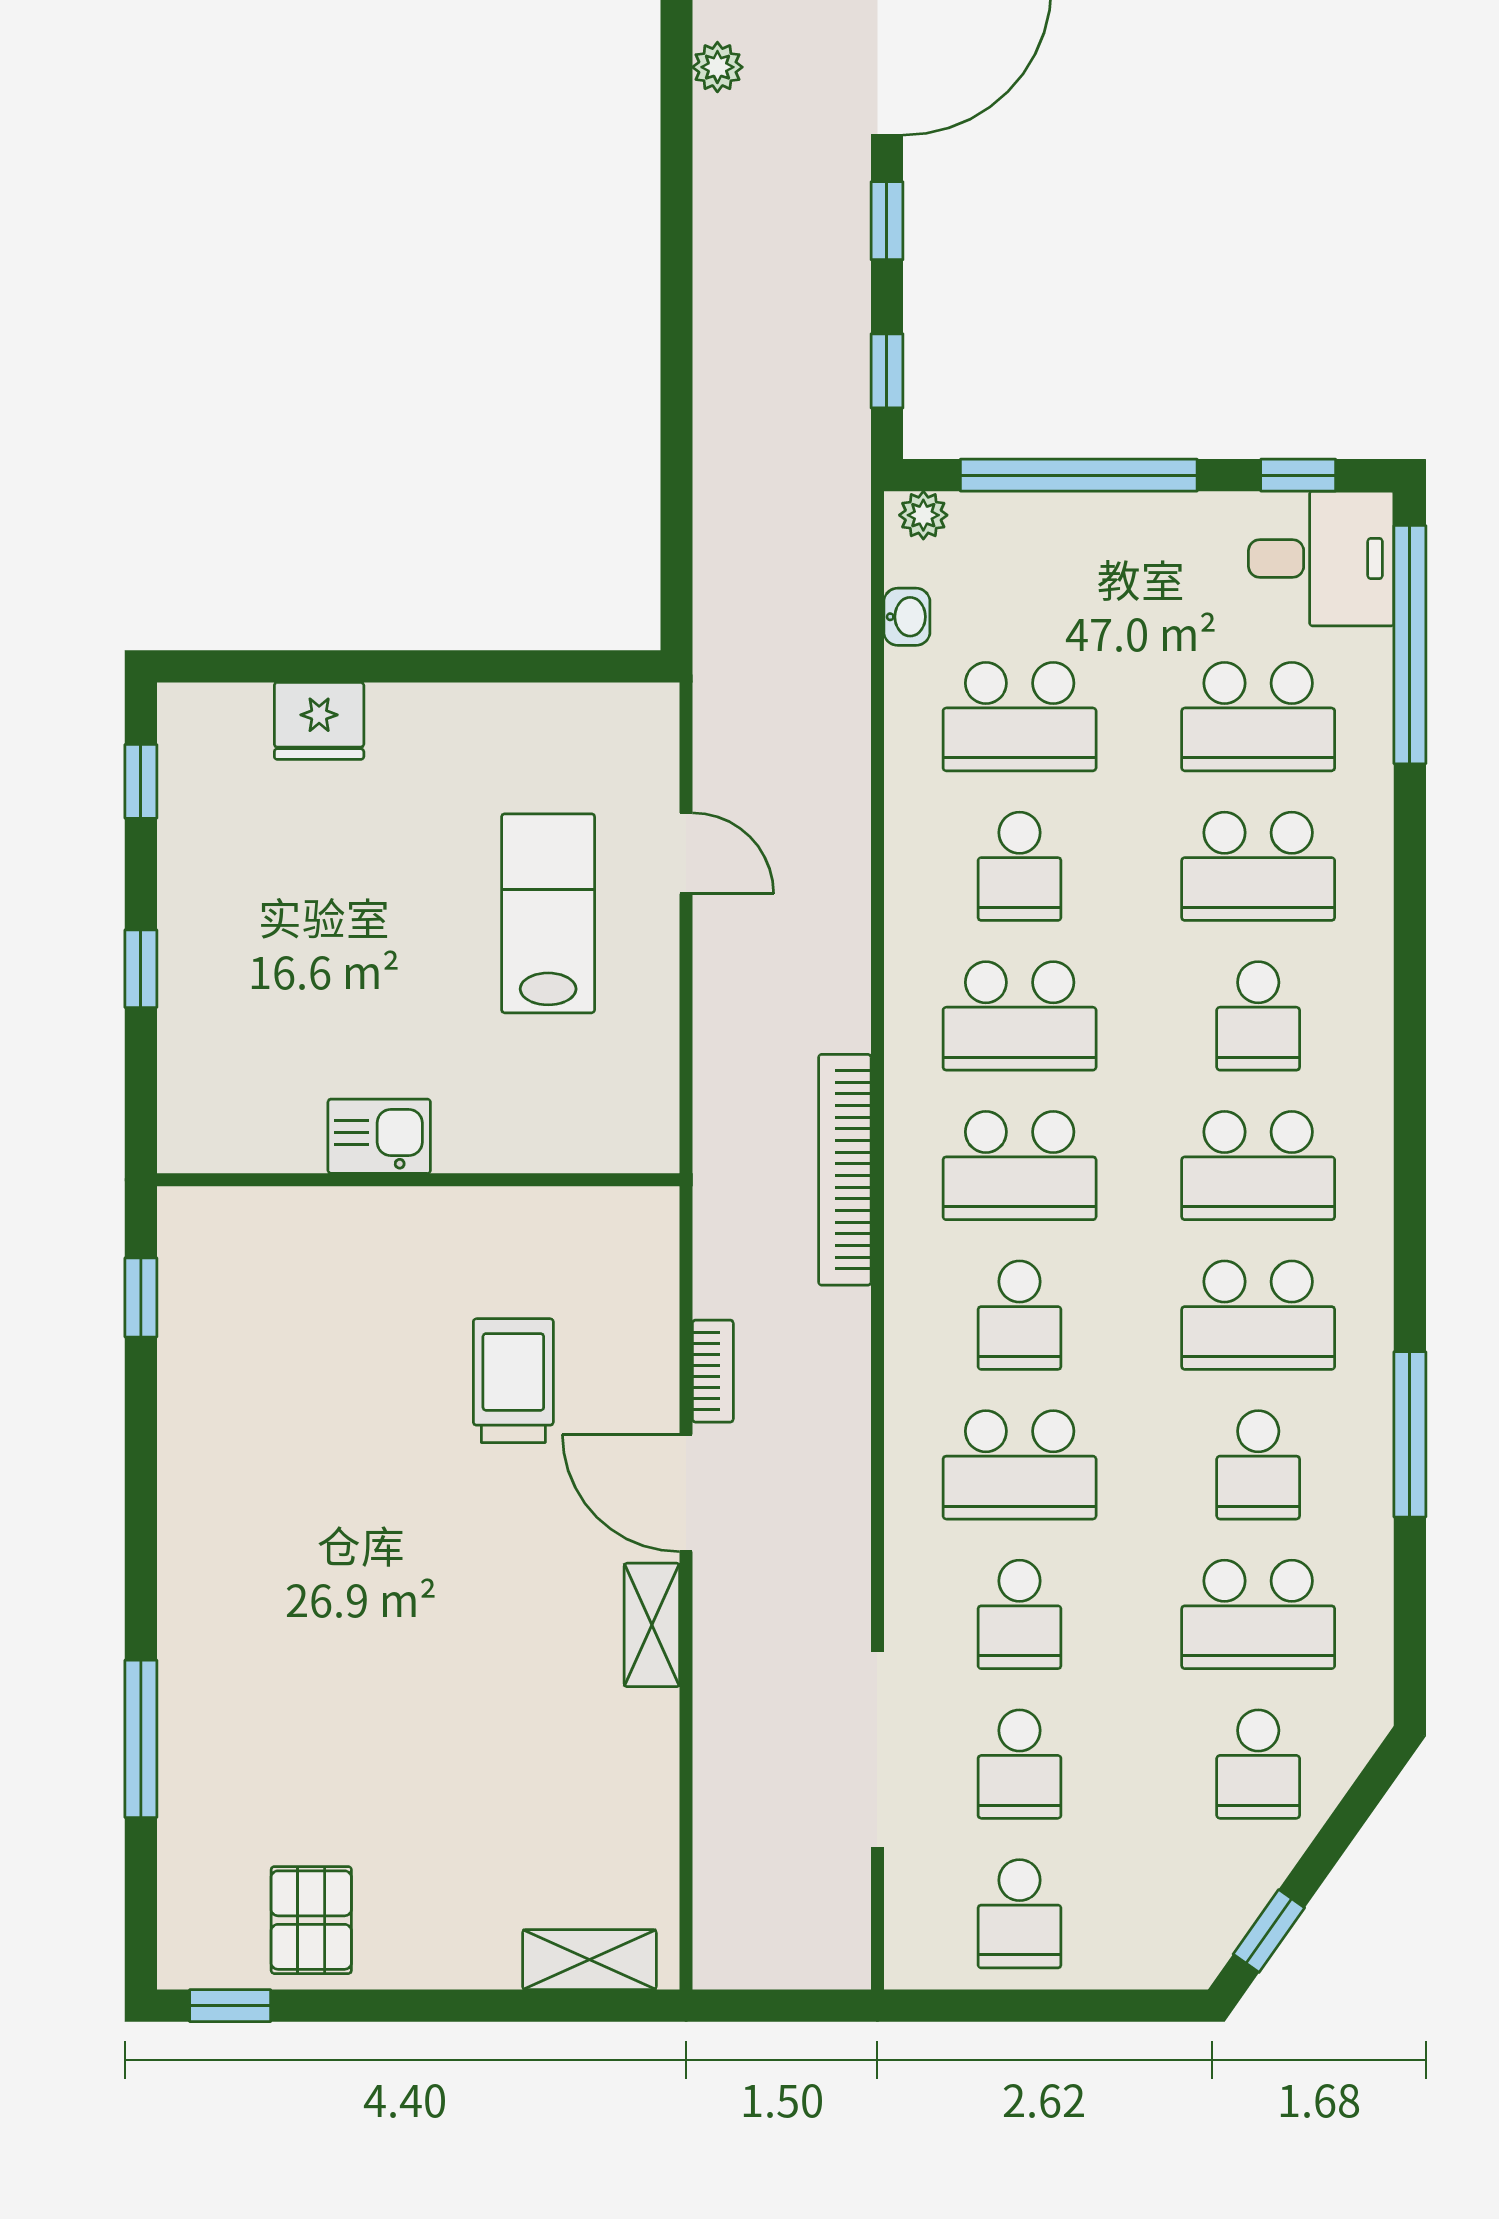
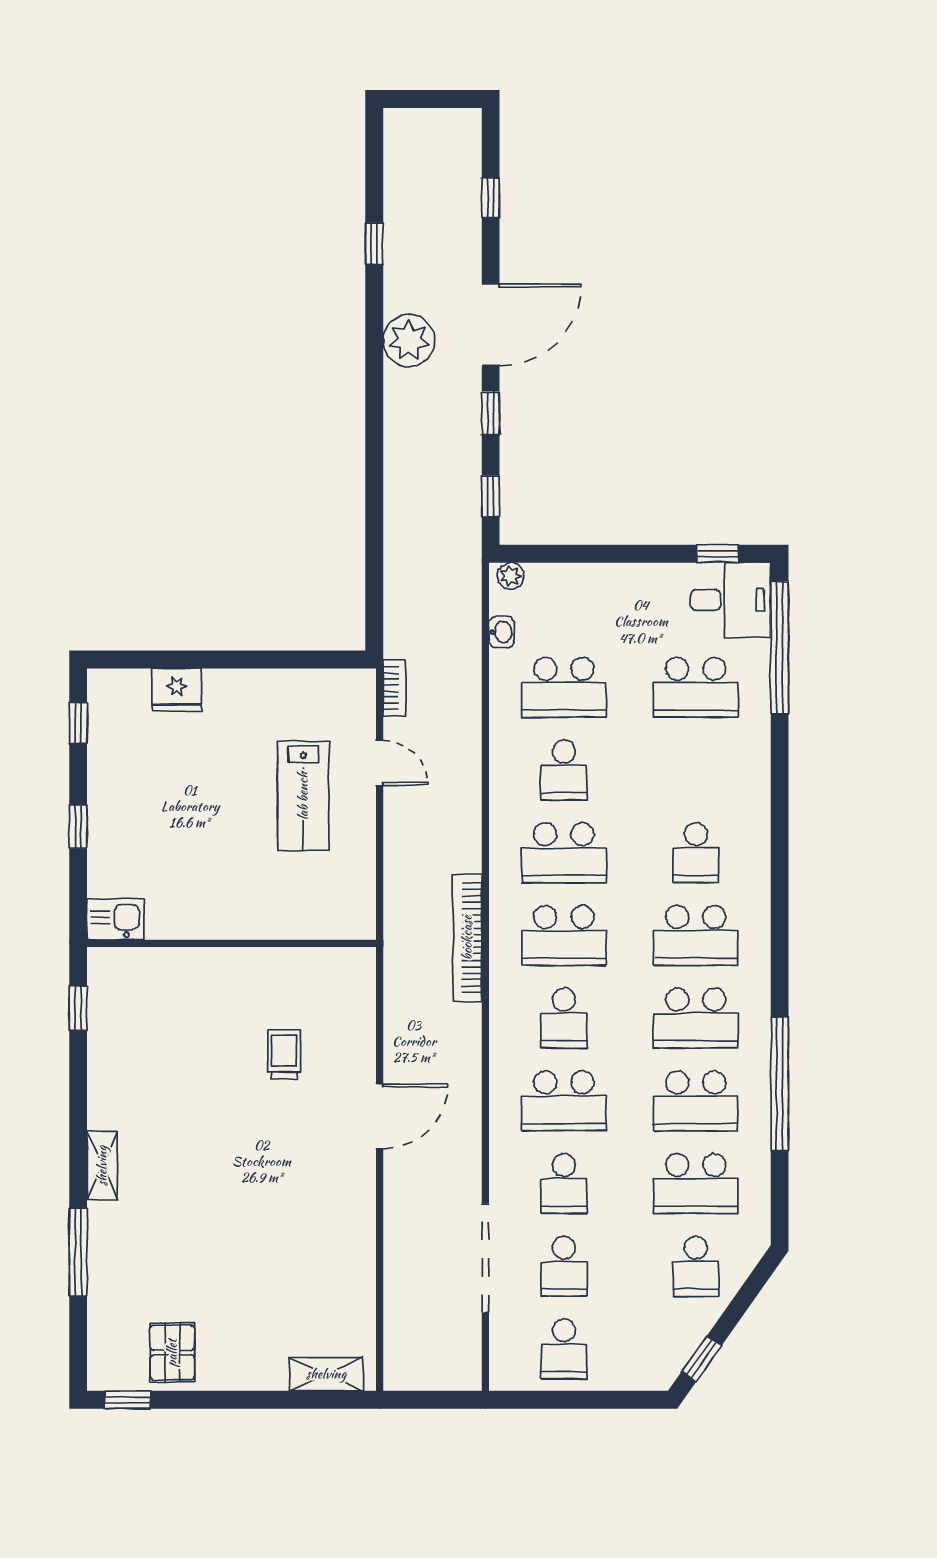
plant: (717, 67) -> (409, 340), width x1.88, depth x1.88
window: (1079, 475) -> (597, 554), removed
school desk: (1258, 866) -> (696, 770), removed
lab bench: (548, 913) -> (303, 796), turned 180
kitchen sink: (379, 1136) -> (115, 919), moved
bookcase: (713, 1371) -> (394, 688), moved
trolley: (513, 1381) -> (284, 1054), width x0.73, depth x0.72
window: (1410, 1434) -> (780, 1084), width x1.46
school desk: (1258, 1465) -> (696, 1101), width x1.85
door: (686, 1493) -> (380, 1116), swing flipped
shelving: (652, 1625) -> (102, 1166), moved

